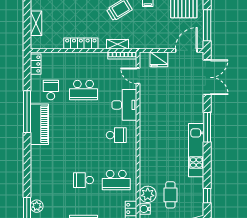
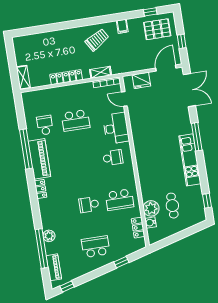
shelving: (36, 23) -> (23, 77), moved
window: (207, 25) -> (182, 41), width x0.46
locker: (36, 64) -> (41, 189), moved

